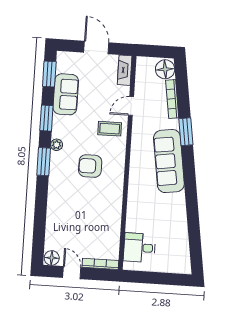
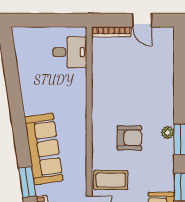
coffee table: (110, 129) -> (111, 180), width x1.36, depth x1.30
plant: (57, 145) -> (168, 133), moved
floor lamp: (52, 258) -> (165, 35), removed

